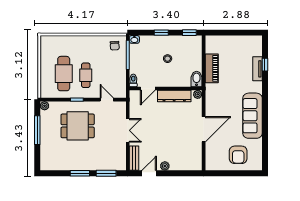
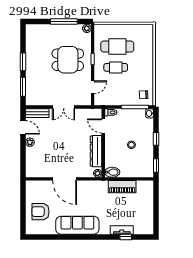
dining table: (78, 126) -> (68, 60), turned 90

